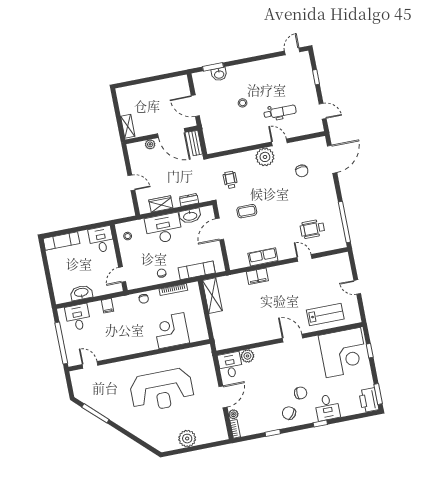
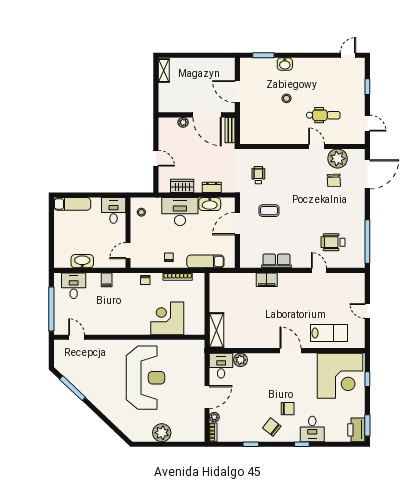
washbasin: (219, 74) -> (285, 64), moved
shelving: (128, 126) -> (164, 71), moved
plant: (265, 157) -> (338, 159), moved
shelving: (212, 296) -> (217, 330), moved
reception desk: (162, 390) -> (145, 378), turned -90

